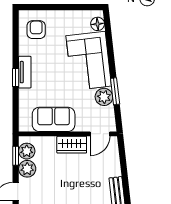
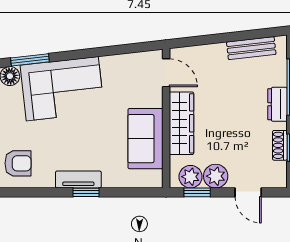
armchair: (36, 30) -> (18, 163), turned 180
window: (115, 91) -> (30, 60), moved
plant: (104, 97) -> (114, 67), removed
wardrobe: (72, 145) -> (181, 123), width x1.50

